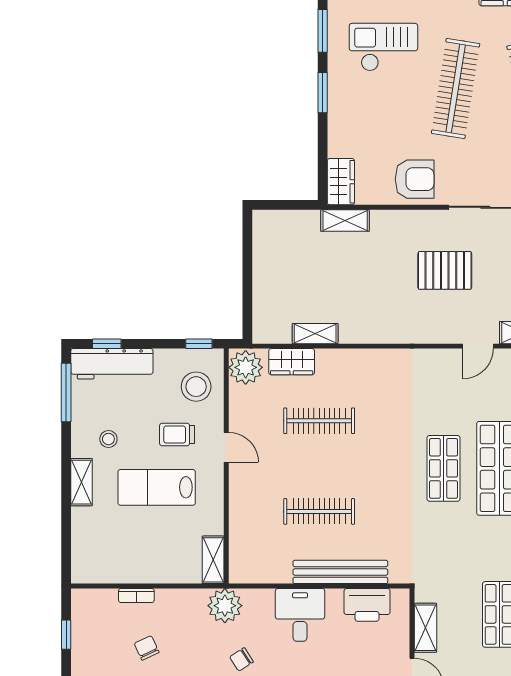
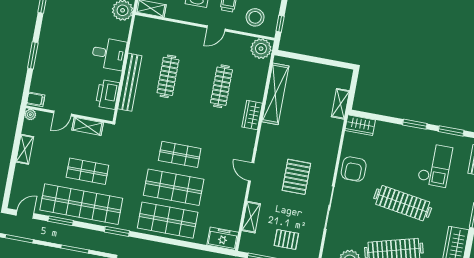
shelving: (345, 221) -> (340, 104), moved
shelving: (315, 334) -> (275, 94), width x2.20, depth x1.33
door: (478, 346) -> (251, 172), moved
wardrobe: (292, 362) -> (252, 115), moved
chair: (241, 659) -> (89, 14), removed

